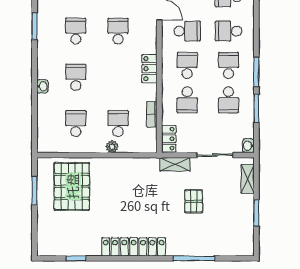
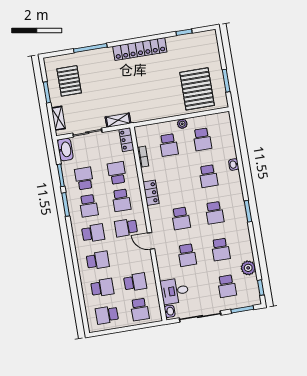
washbasin: (248, 146) -> (65, 150), width x1.91, depth x1.45
plant: (112, 147) -> (182, 124), moved
pallet: (194, 201) -> (69, 81), moved, width x1.50, depth x1.42

